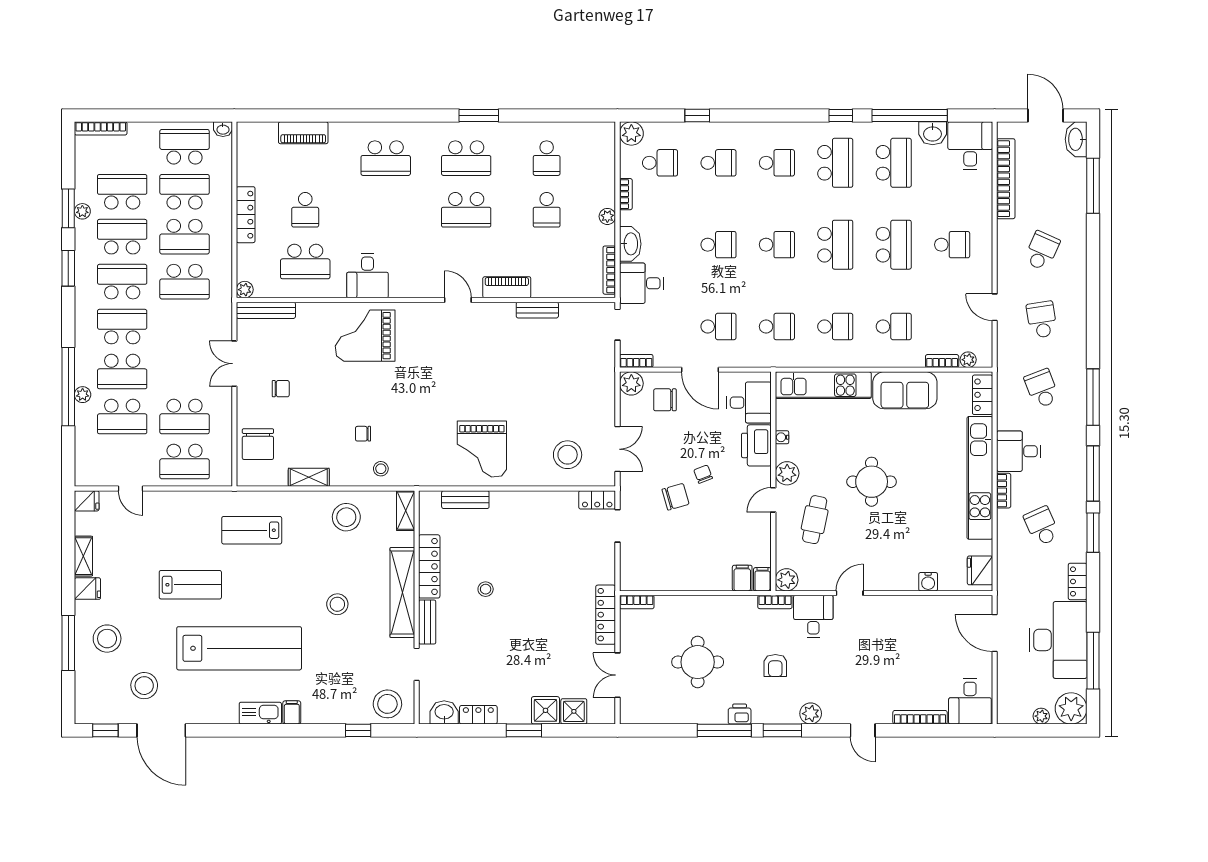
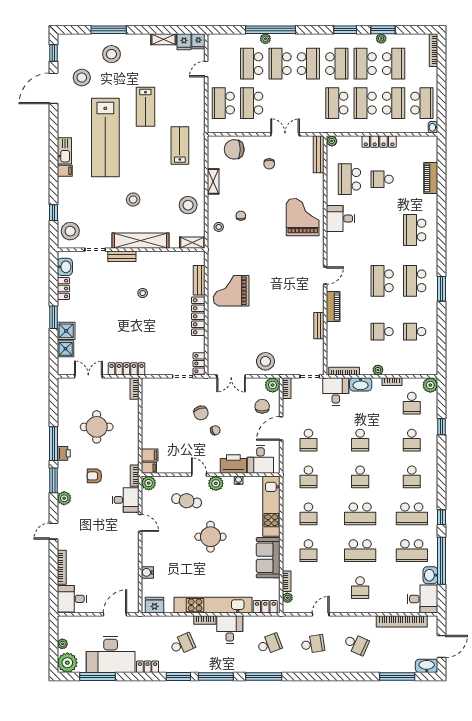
school desk: (122, 237) -> (365, 64), turned 180
stool: (568, 455) -> (265, 361), moved
locker: (429, 566) -> (198, 316), moved, turned 90
fridge: (87, 589) -> (184, 42), moved

